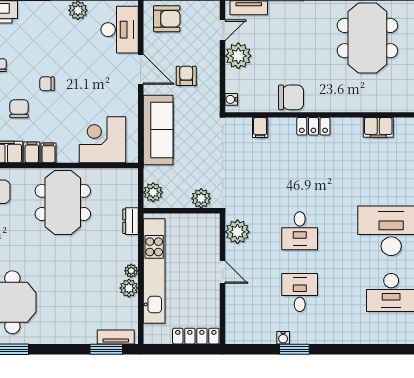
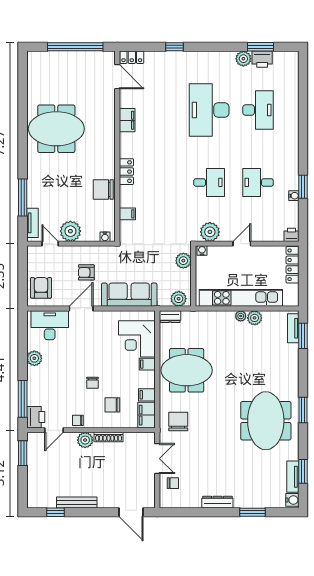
chair: (291, 97) -> (103, 189), turned -90
filing cabinet: (49, 153) -> (147, 364), moved
dresser: (130, 221) -> (170, 317), moved
water cooler: (214, 222) -> (202, 251), added
printer: (234, 335) -> (292, 235), added

